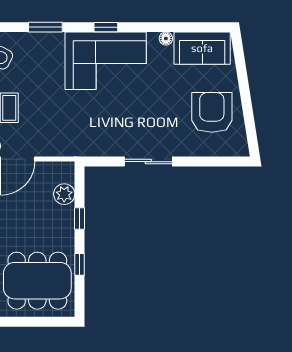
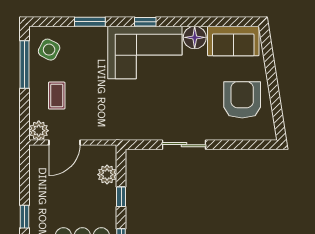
floor lamp: (166, 39) -> (195, 37), width x1.89, depth x1.89

